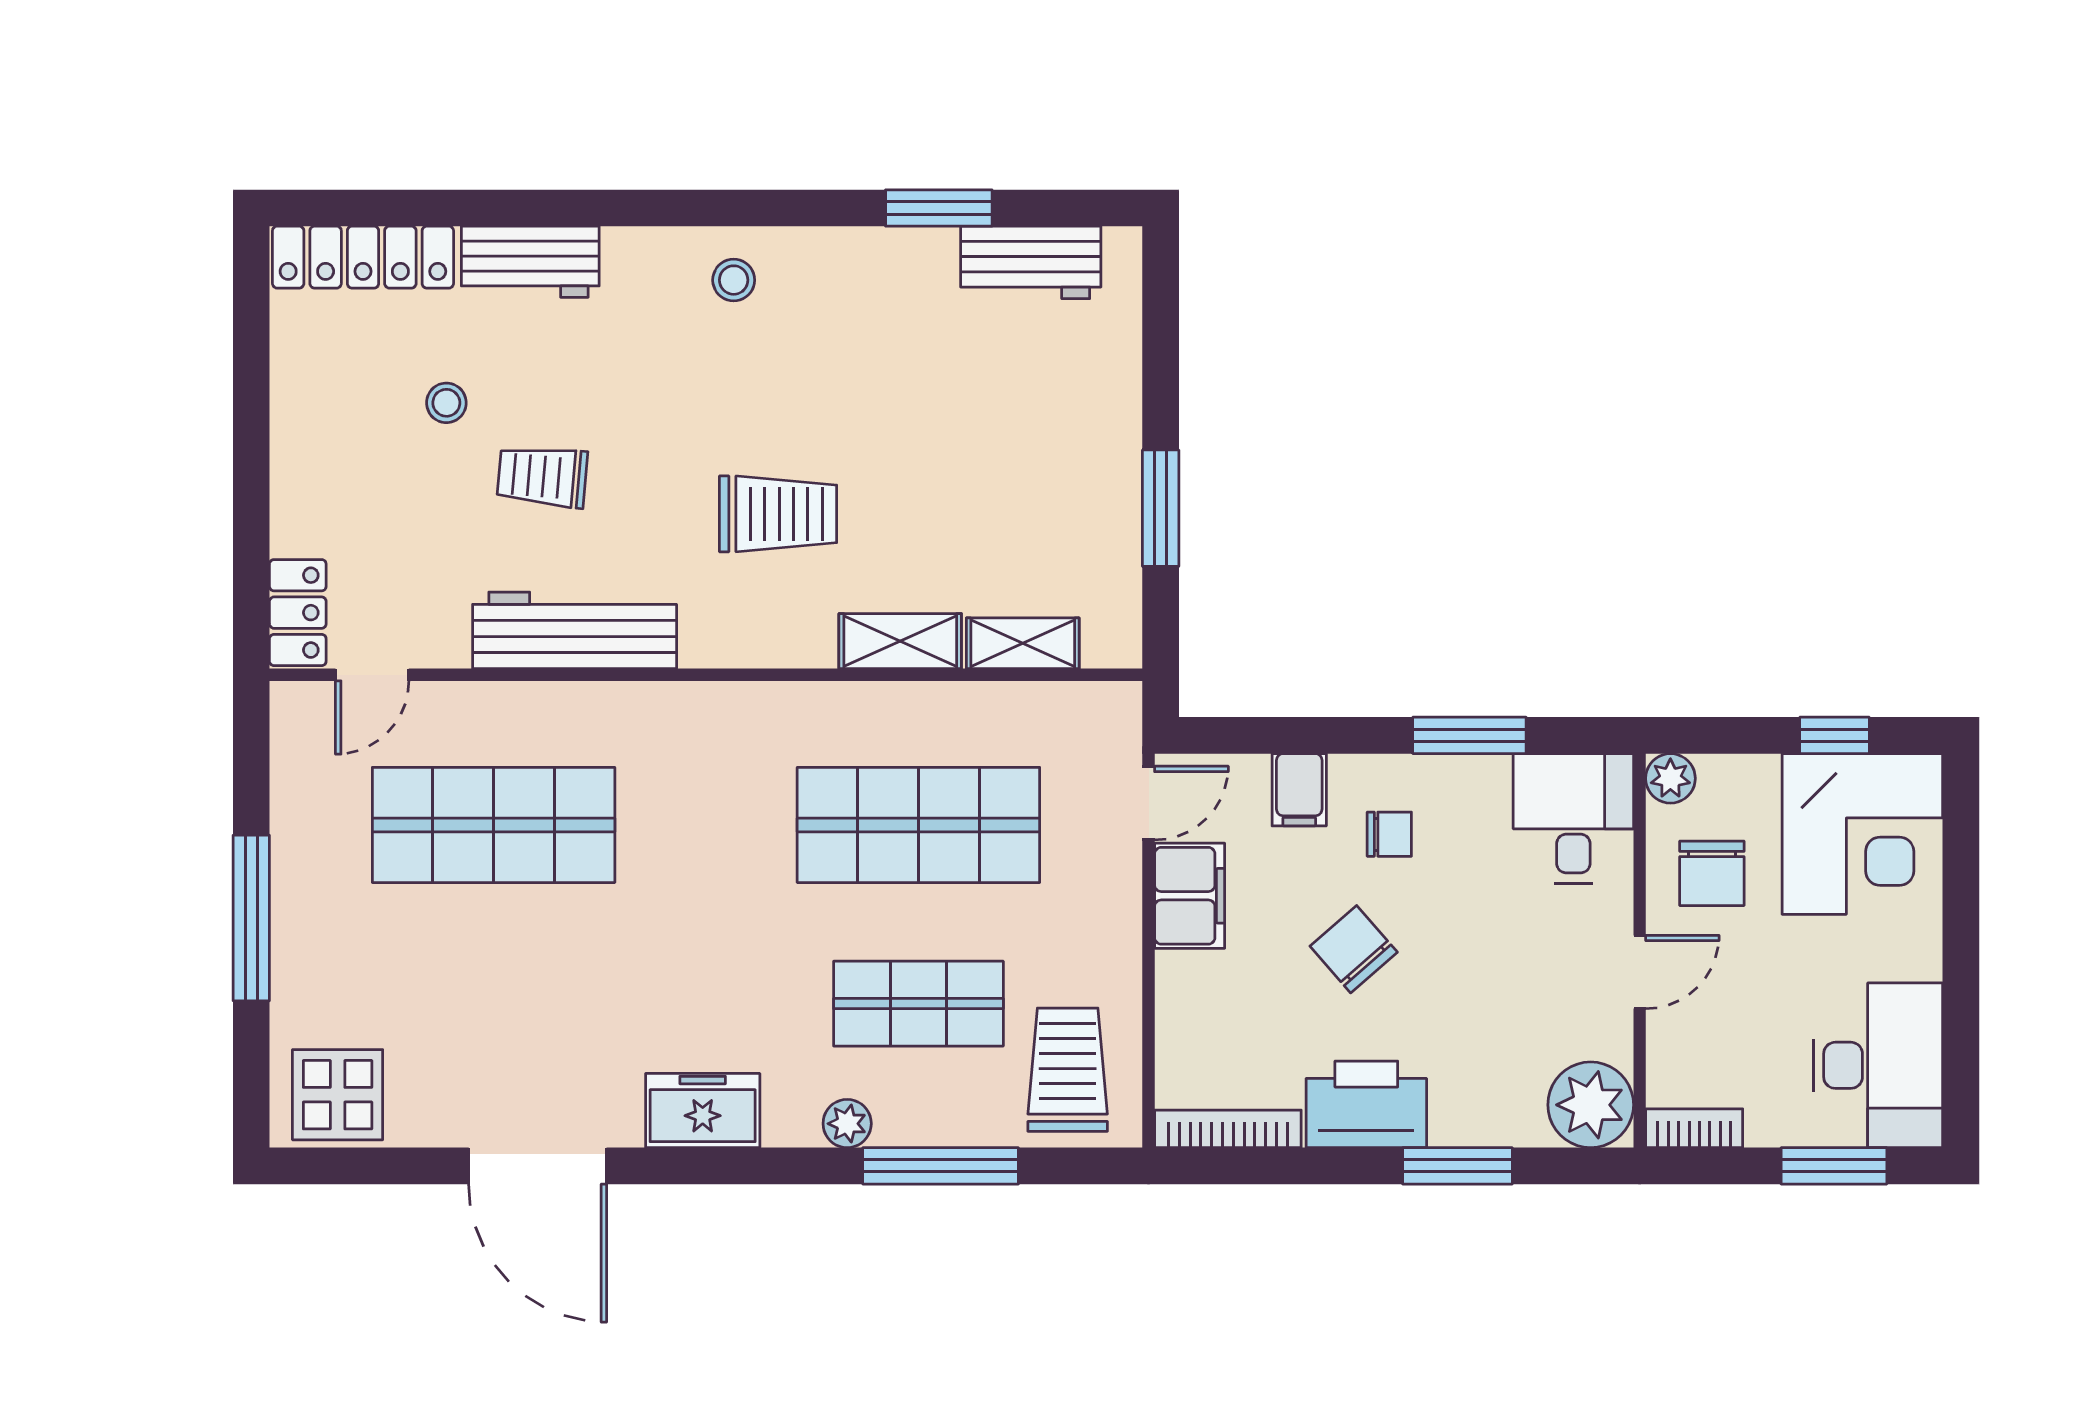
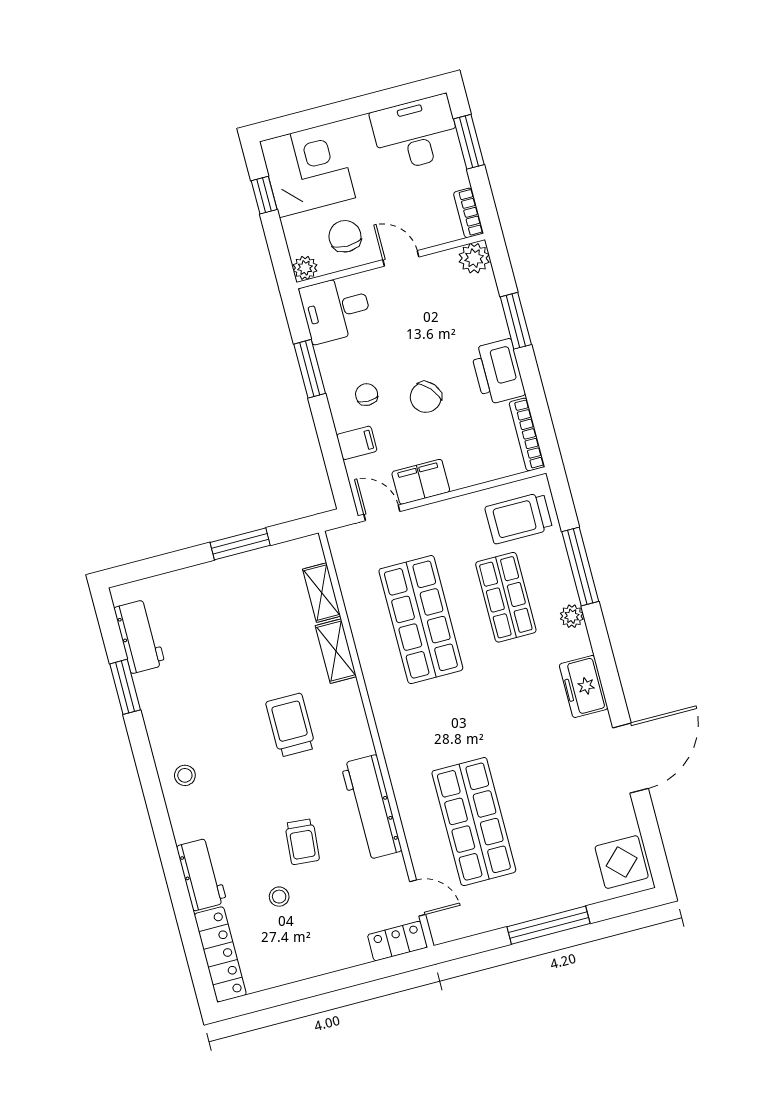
chair: (1712, 873) -> (345, 236), turned -90
plant: (1591, 1105) -> (474, 258), width x0.73, depth x0.73

